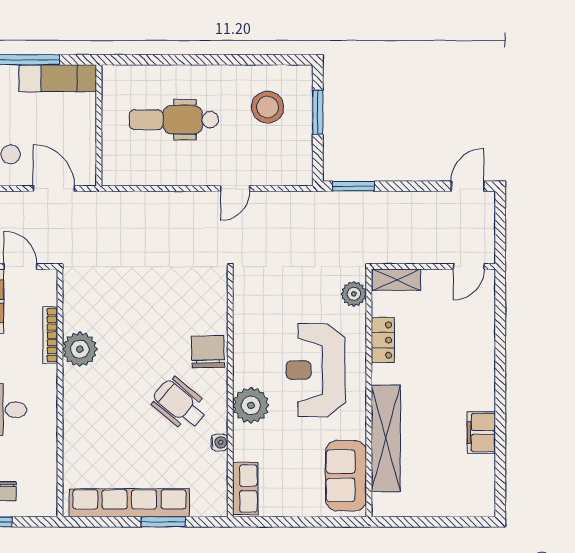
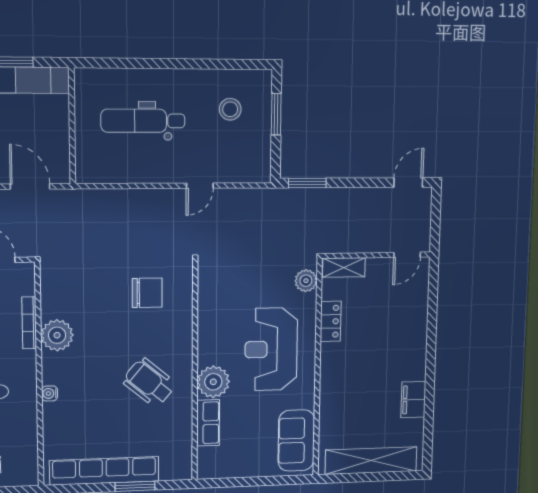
stool: (268, 107) -> (230, 109), width x0.73, depth x0.73
chair: (208, 352) -> (147, 293), moved, turned 91
shelving: (386, 438) -> (371, 461), moved, turned 90
water cooler: (219, 442) -> (50, 393), moved, turned 180
row of seats: (245, 488) -> (208, 423), moved

